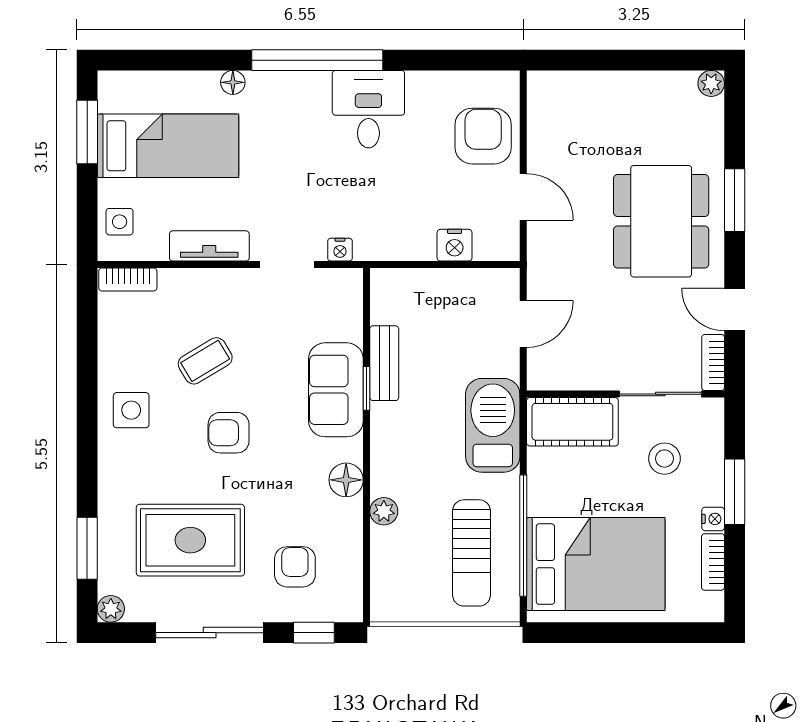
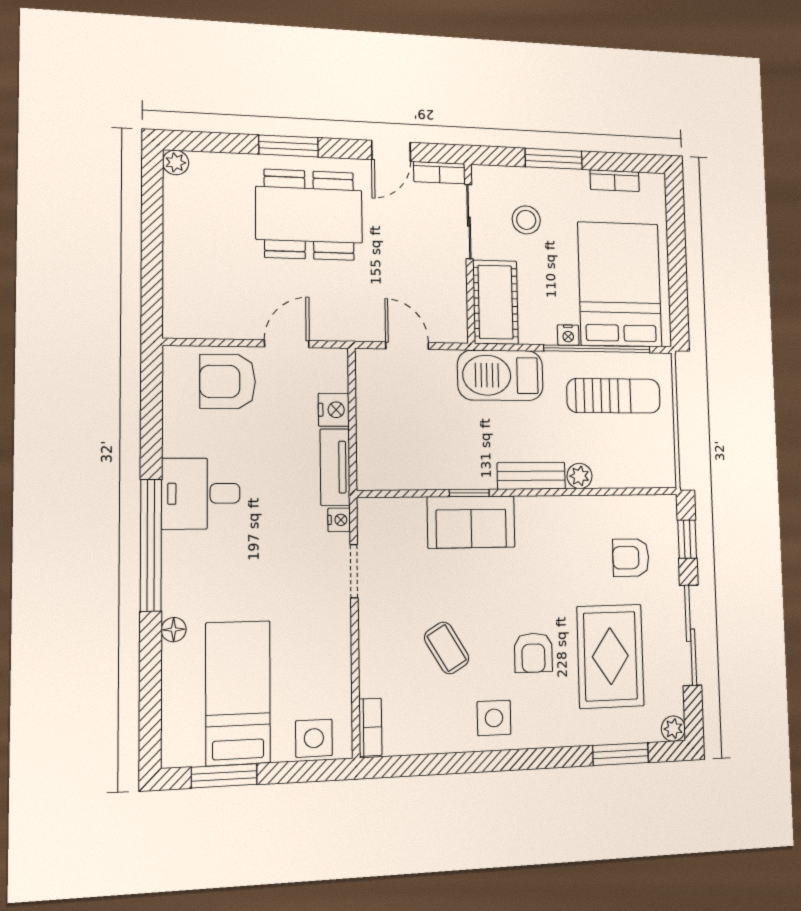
side table: (120, 222) -> (314, 738), width x1.37, depth x1.37
tv unit: (209, 246) -> (335, 467), moved
bench: (384, 363) -> (531, 476), moved
armchair: (229, 433) -> (533, 653), moved
floor lamp: (346, 480) -> (553, 511), removed
nightstand: (713, 519) -> (568, 335), moved, turned 180

